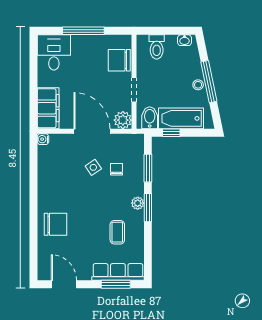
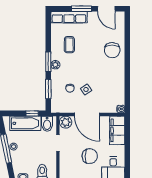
chair: (119, 60) -> (90, 156), moved
chair: (55, 224) -> (112, 50), turned -90
window: (116, 284) -> (81, 9), moved

